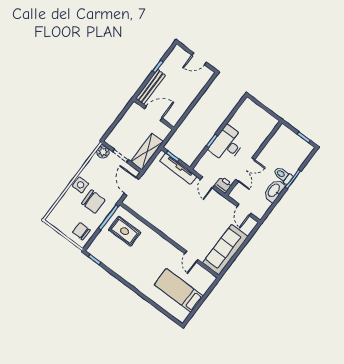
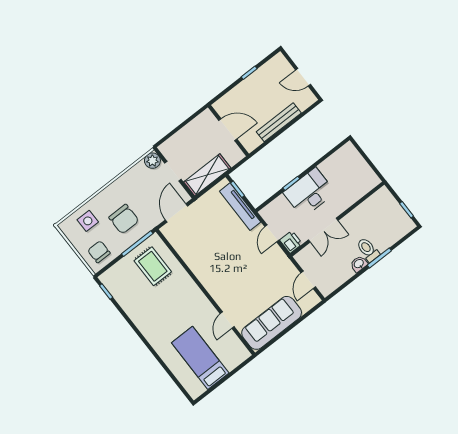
bench: (151, 87) -> (279, 122), moved
side table: (81, 185) -> (88, 221), moved
washbasin: (274, 191) -> (359, 264), width x0.52, depth x0.69

